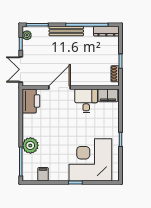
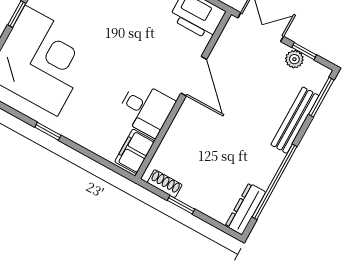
bench: (66, 31) -> (295, 120), moved
plant: (27, 35) -> (294, 59), moved

